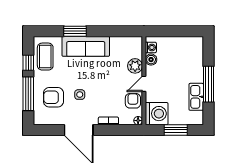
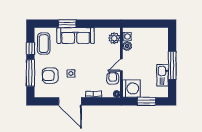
plant: (135, 66) -> (114, 38), moved

